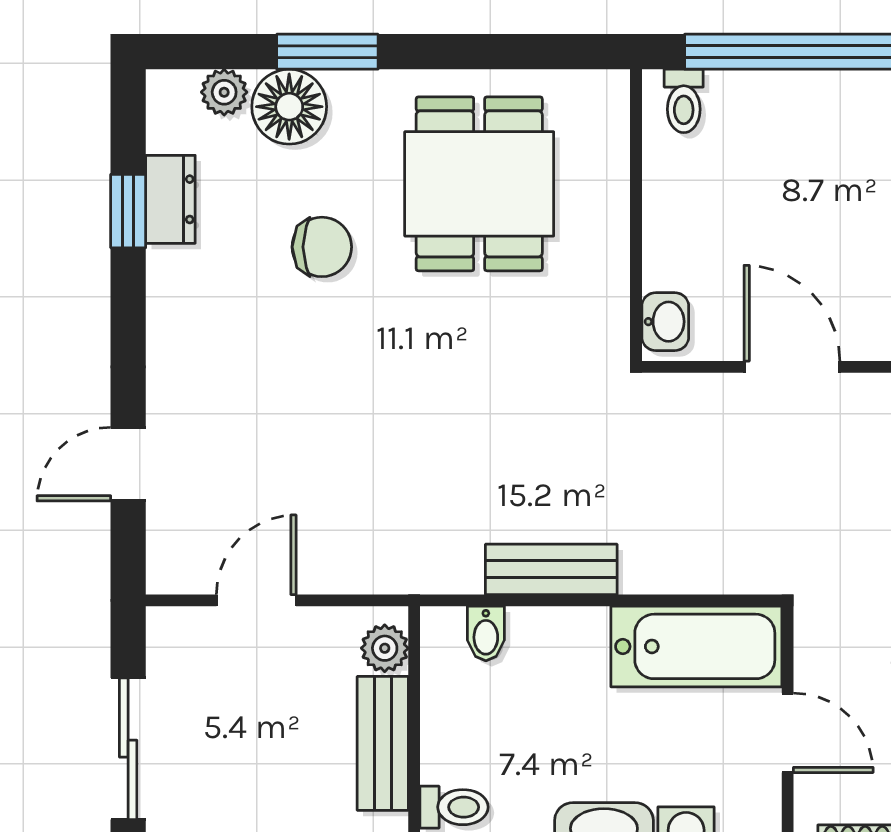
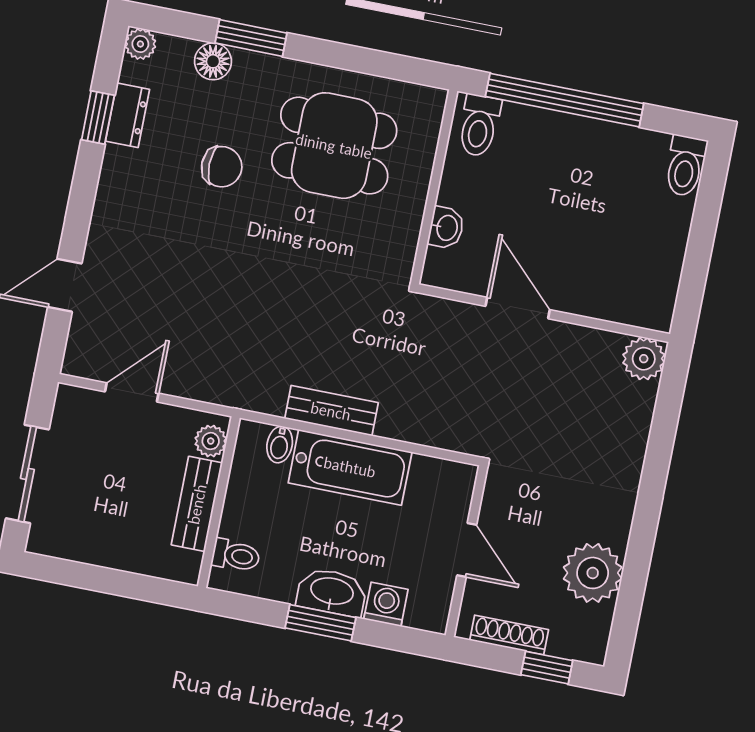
plant: (224, 92) -> (140, 44), moved
toilet: (684, 101) -> (479, 126), width x1.37, depth x1.39
floor lamp: (289, 107) -> (213, 61), width x0.73, depth x0.73
dining table: (479, 184) -> (334, 146), turned 90
washbasin: (665, 322) -> (446, 228), moved
bathtub: (696, 646) -> (350, 467), moved

